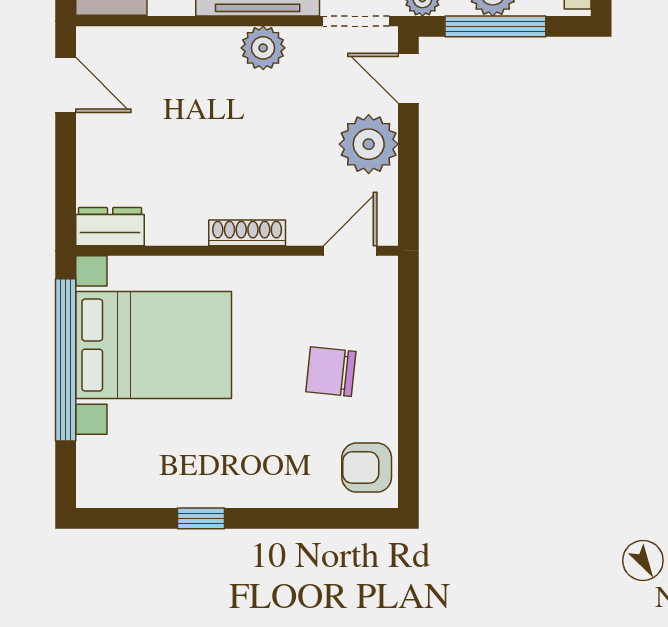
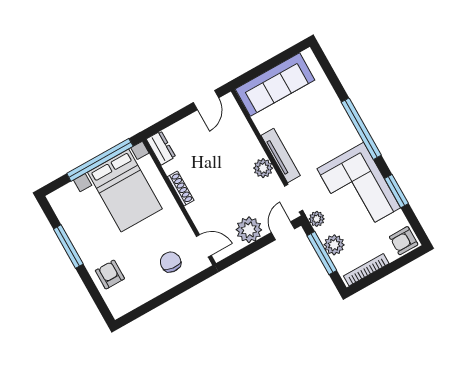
shoe rack: (247, 233) -> (181, 188), moved
chair: (331, 372) -> (171, 262), moved
armchair: (367, 468) -> (110, 275), moved
window: (201, 518) -> (68, 246), width x2.17

